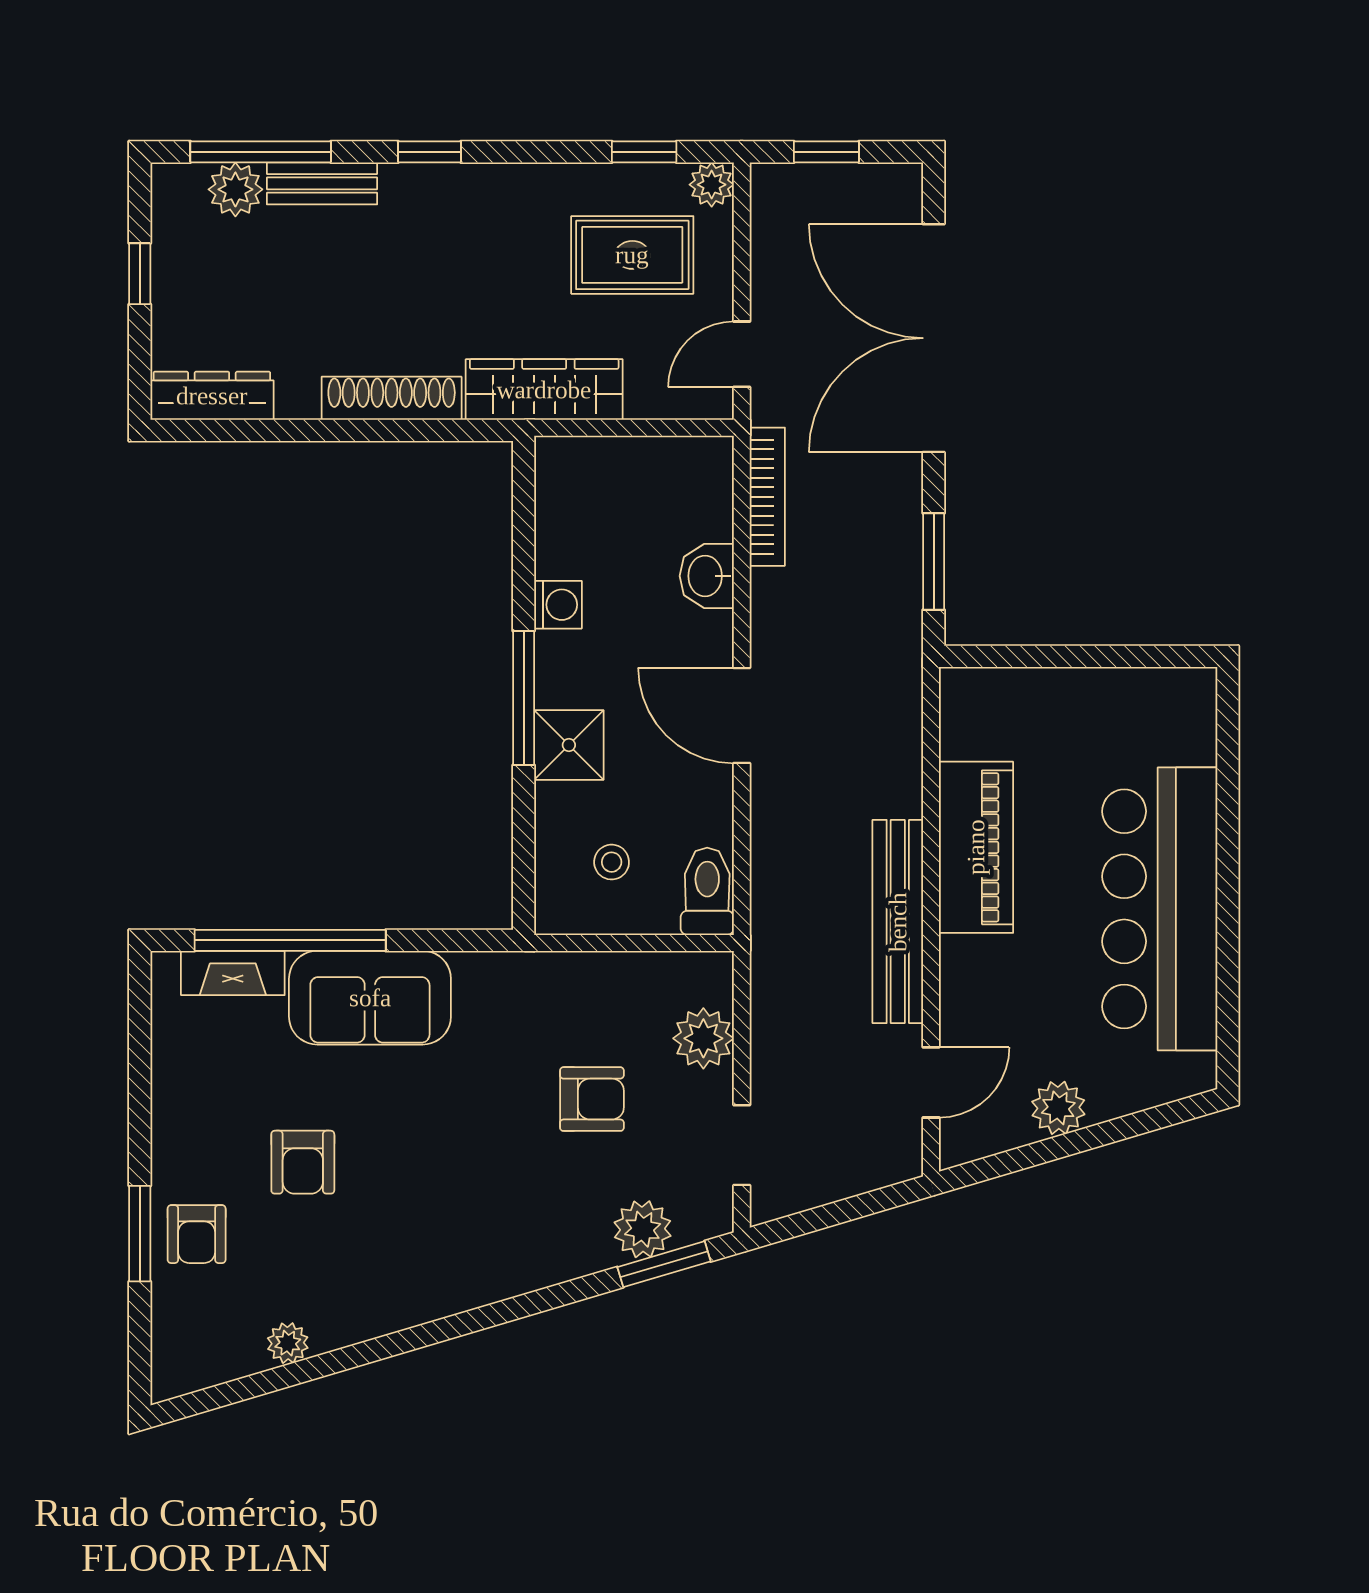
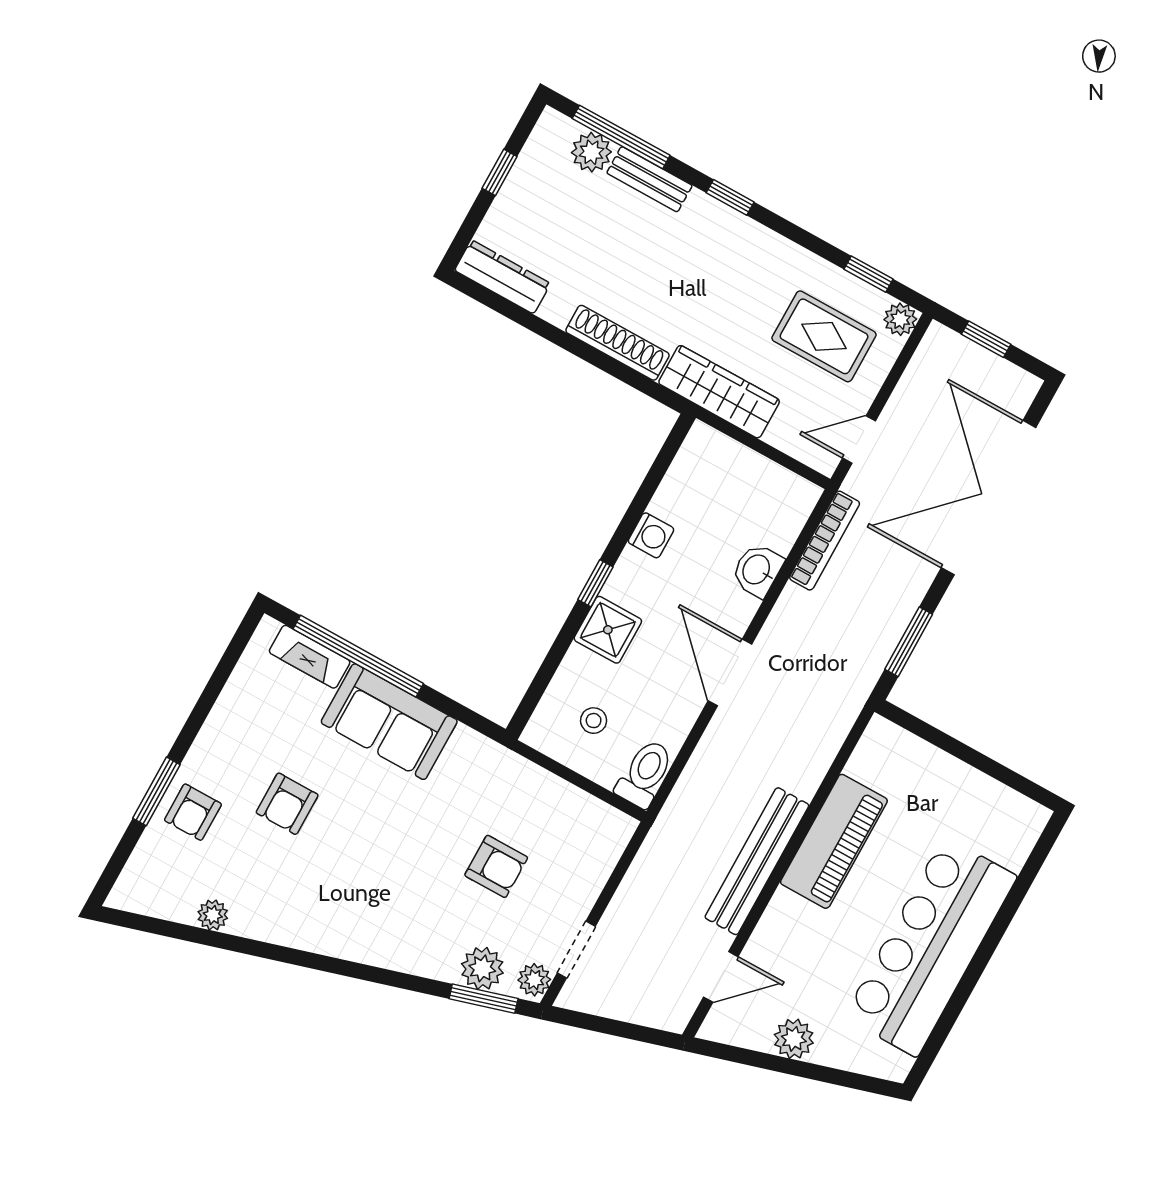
window: (524, 698) -> (595, 583), width x0.46
plant: (703, 1038) -> (534, 980), moved, width x0.73, depth x0.73

